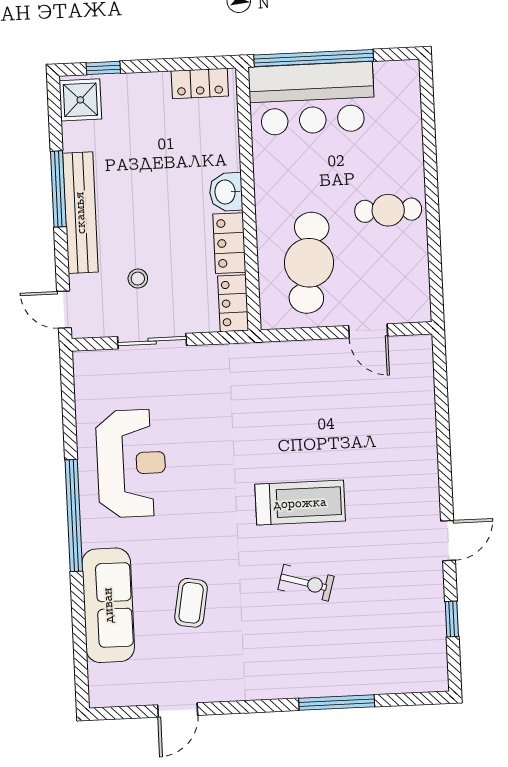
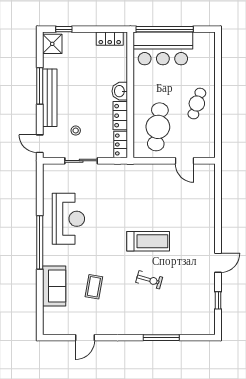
cafe table: (388, 210) -> (197, 104), turned -72
sofa: (108, 605) -> (54, 286), width x0.73

